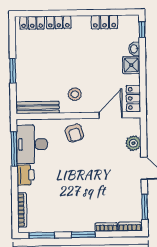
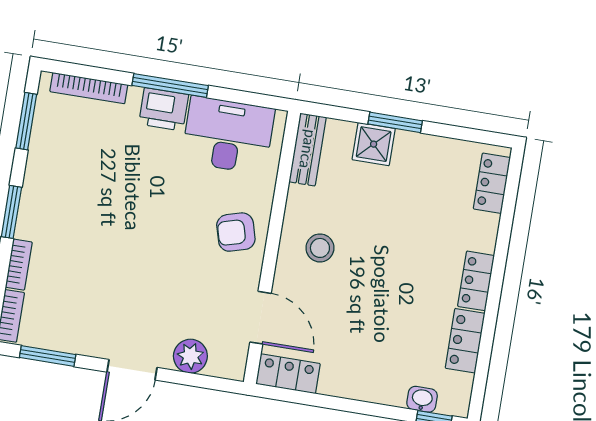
locker: (59, 22) -> (476, 281), moved
washbasin: (134, 49) -> (422, 399), moved
shower: (131, 65) -> (374, 144), moved
bench: (38, 108) -> (308, 149), width x0.73
window: (14, 149) -> (170, 86), moved

